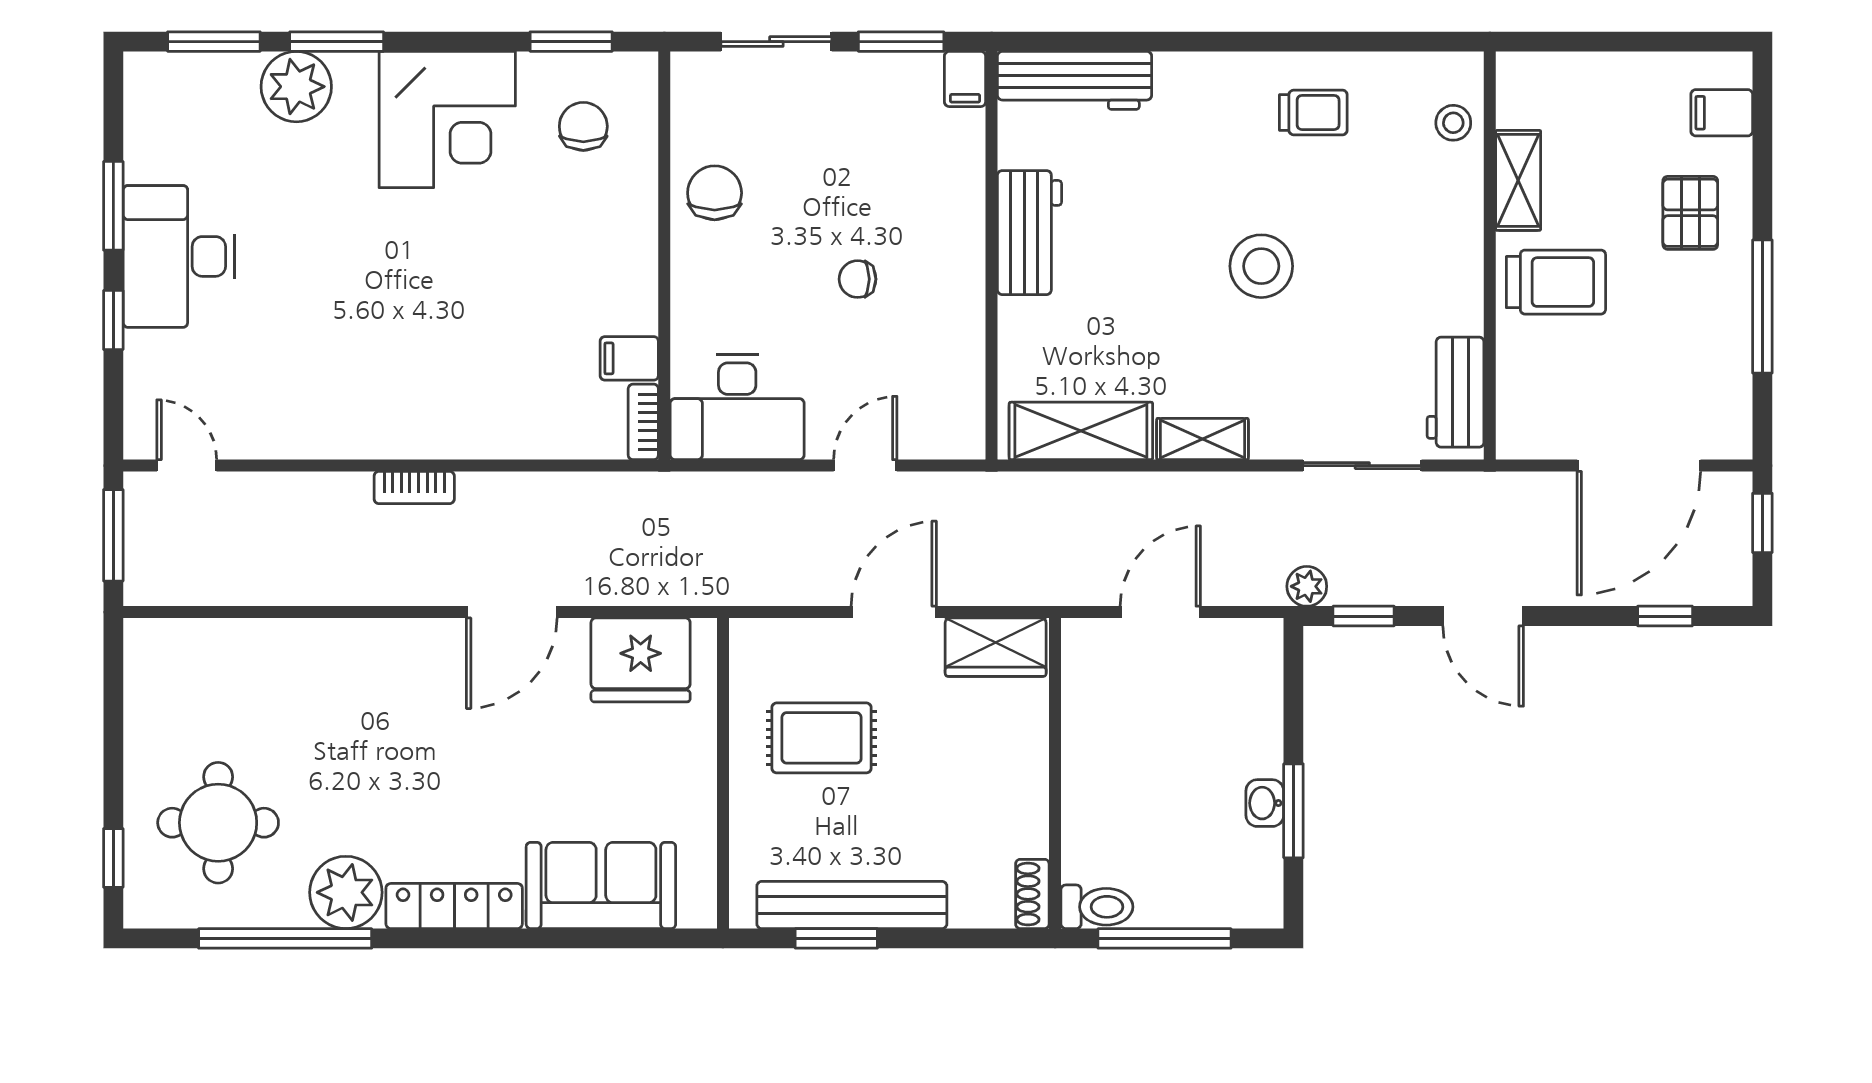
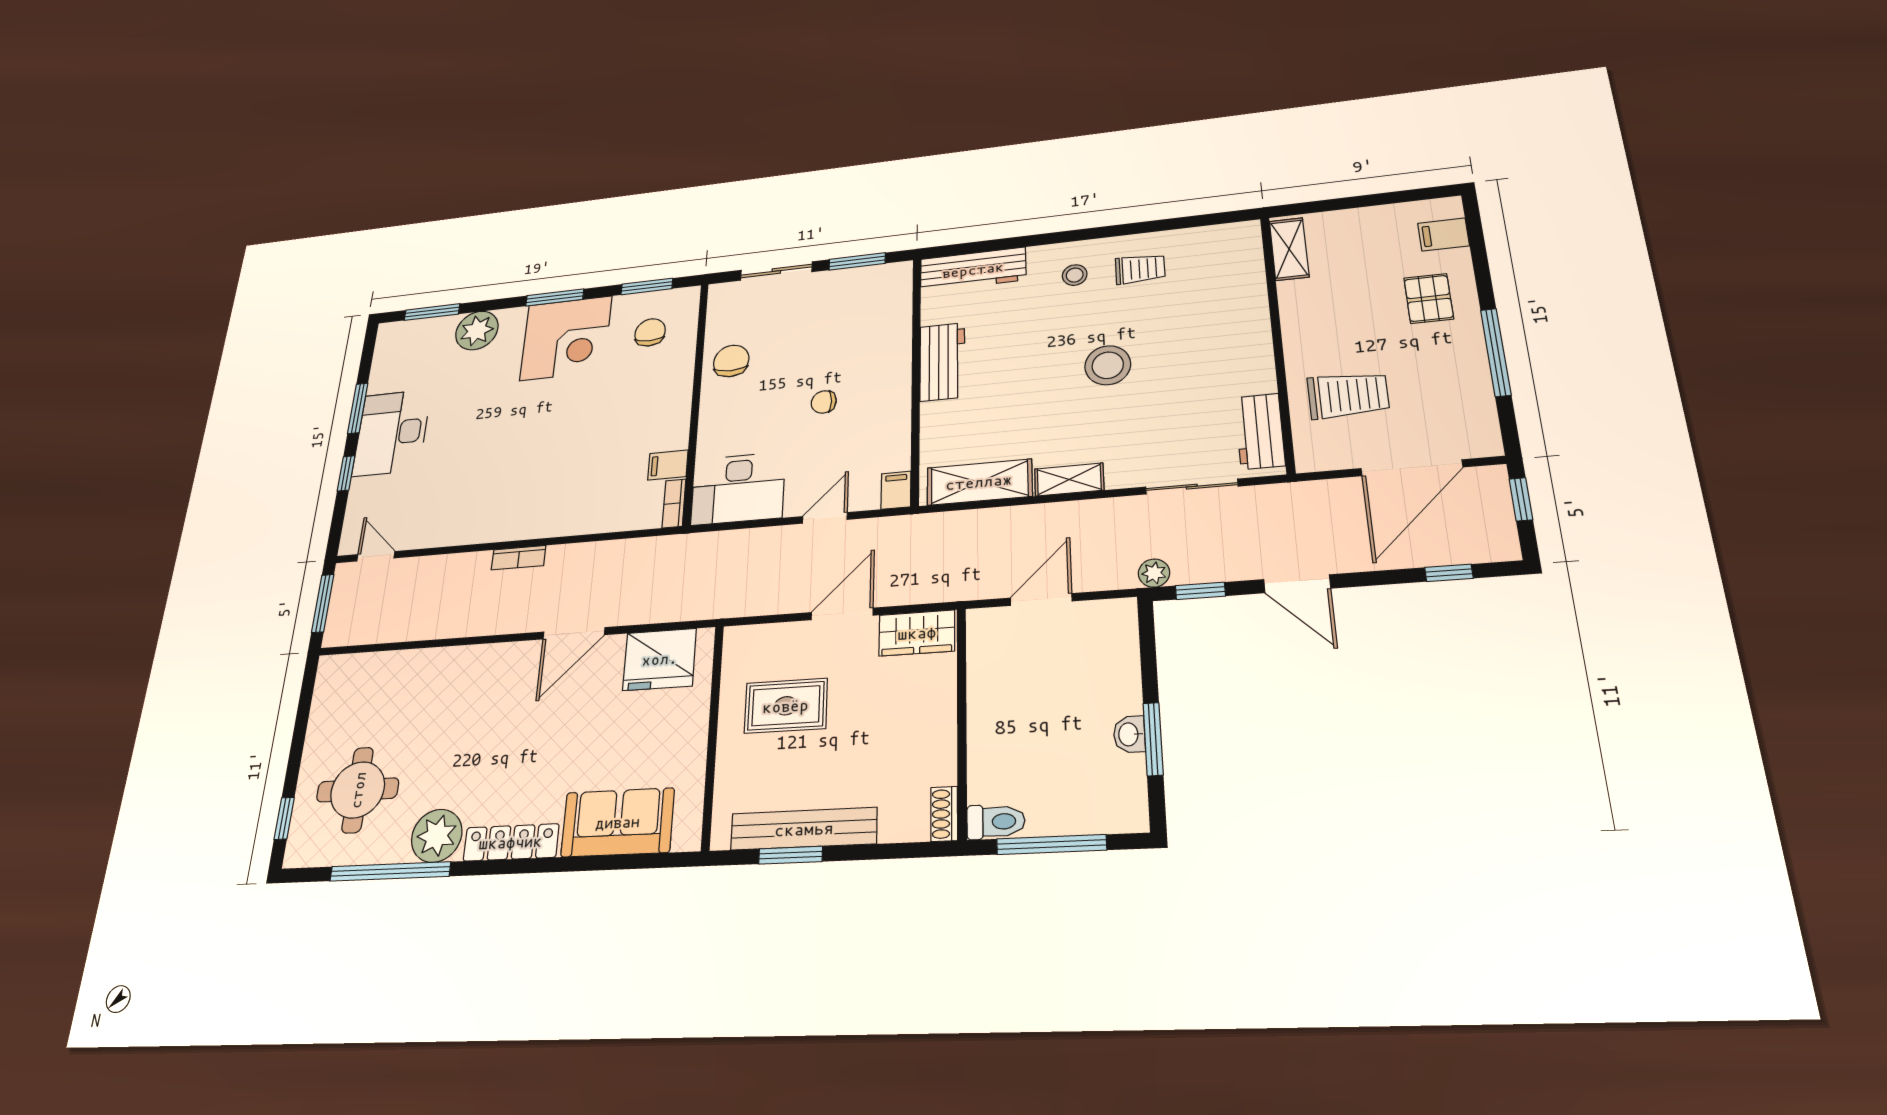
window: (337, 42) -> (555, 297), moved
filing cabinet: (965, 79) -> (896, 490), moved, turned 180
stool: (1453, 123) -> (1075, 275), moved
shelving: (1518, 180) -> (1289, 249), moved
trolley: (1556, 282) -> (1348, 395), moved

